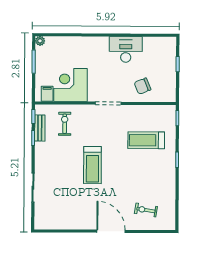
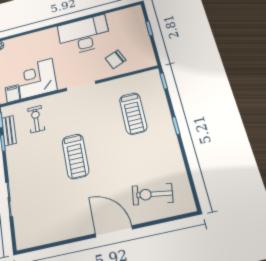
desk: (126, 49) -> (84, 35), width x1.36, depth x1.30
treadmill: (146, 140) -> (133, 113), turned -90
exercise bike: (146, 210) -> (153, 194), width x1.38, depth x1.39

